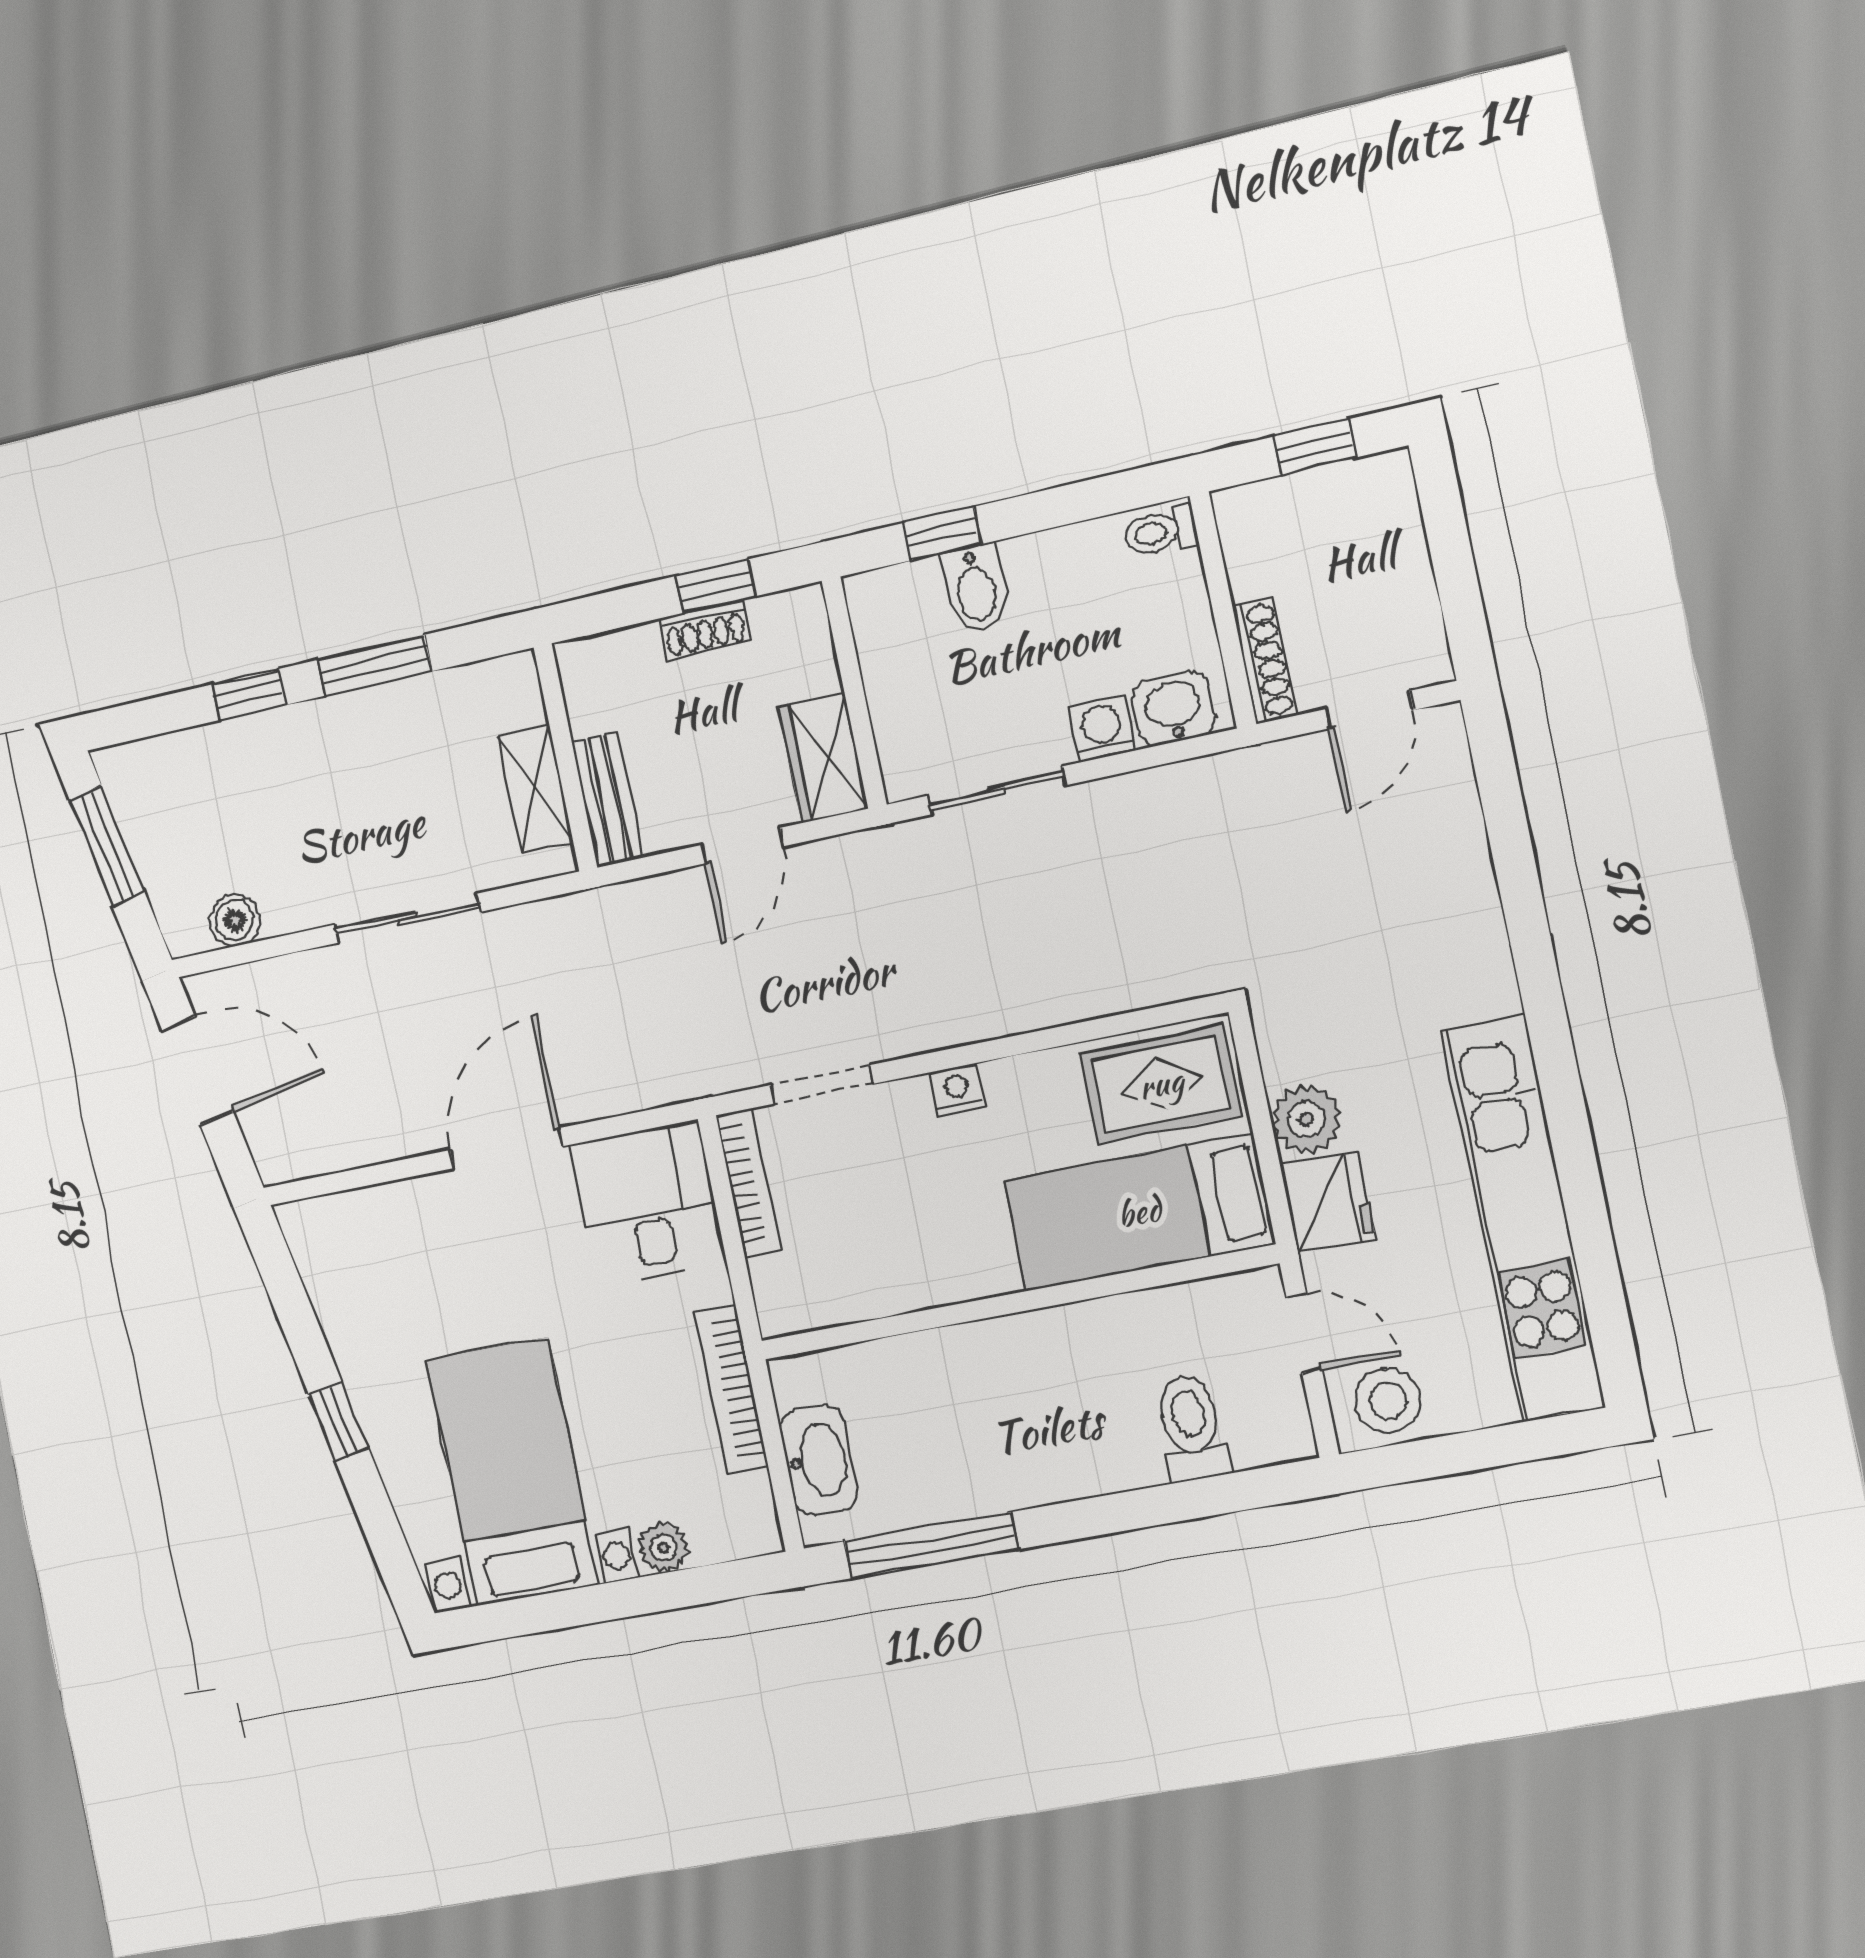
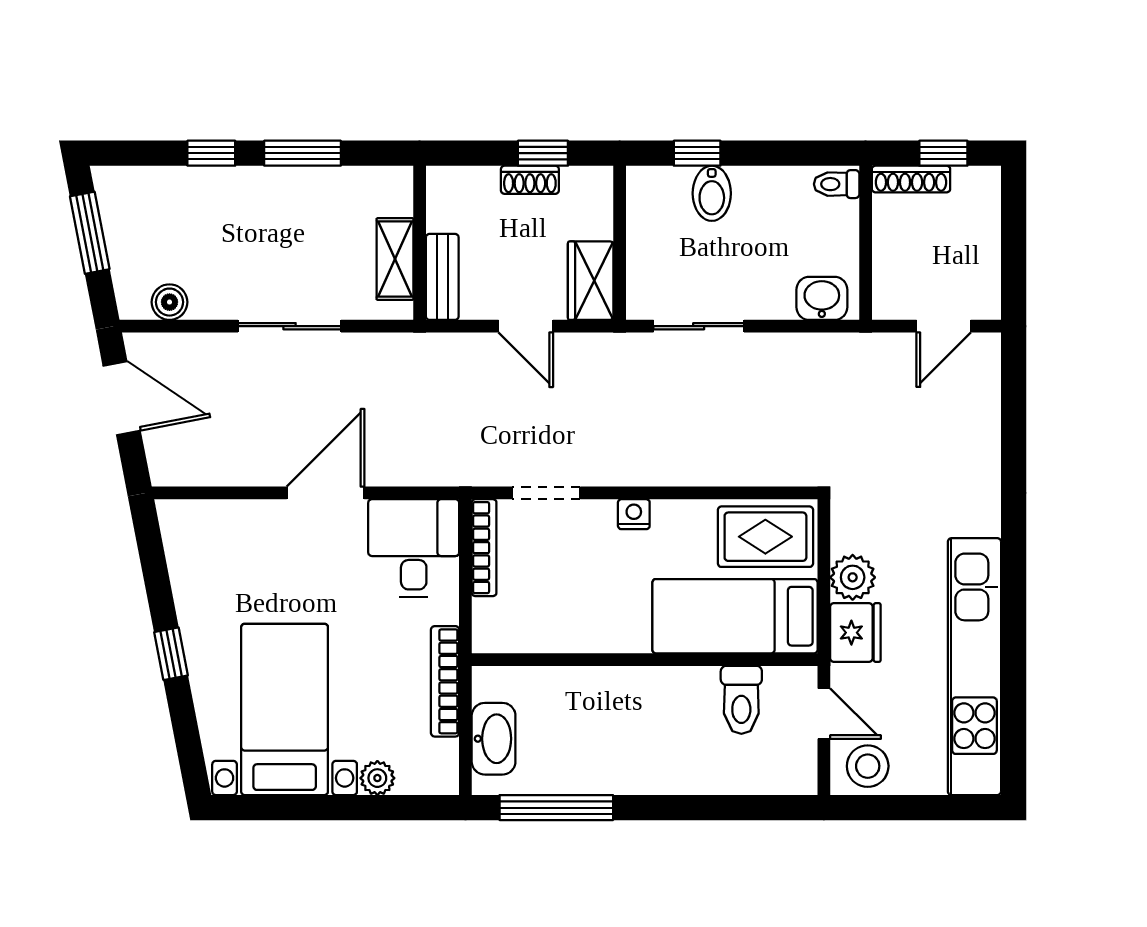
shoe rack: (1265, 661) -> (911, 179), moved, turned 90
washing machine: (1102, 729) -> (774, 301), removed
door: (742, 846) -> (526, 326), hinge flipped
toilet: (1191, 1428) -> (741, 700), moved, turned 180

